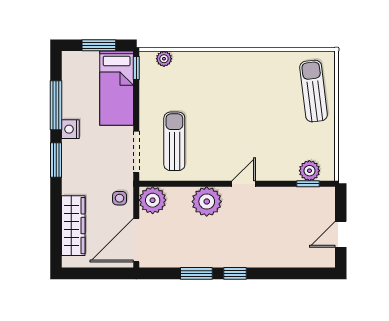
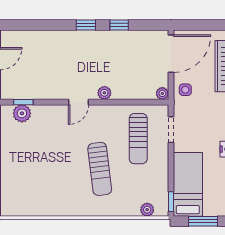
sun lounger: (314, 91) -> (100, 169), moved
doorway: (136, 152) -> (171, 130), width x0.73
plant: (153, 200) -> (162, 93), width x0.53, depth x0.53
plant: (207, 202) -> (104, 93), width x0.53, depth x0.53
window: (196, 273) -> (119, 25), width x0.67

